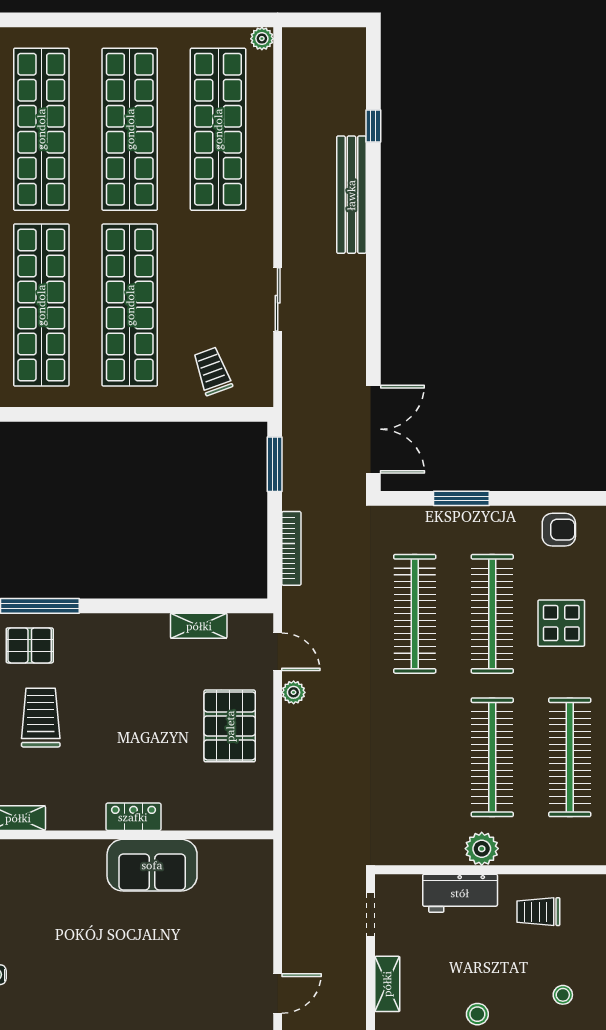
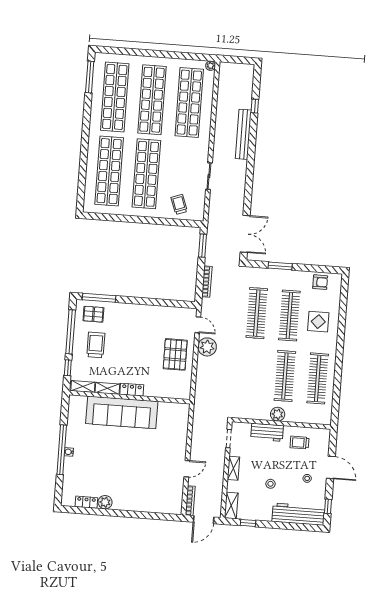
shelving: (199, 626) -> (107, 388), moved
plant: (294, 692) -> (207, 347), width x1.87, depth x1.87
sofa: (152, 865) -> (122, 412), width x1.85, depth x1.27

